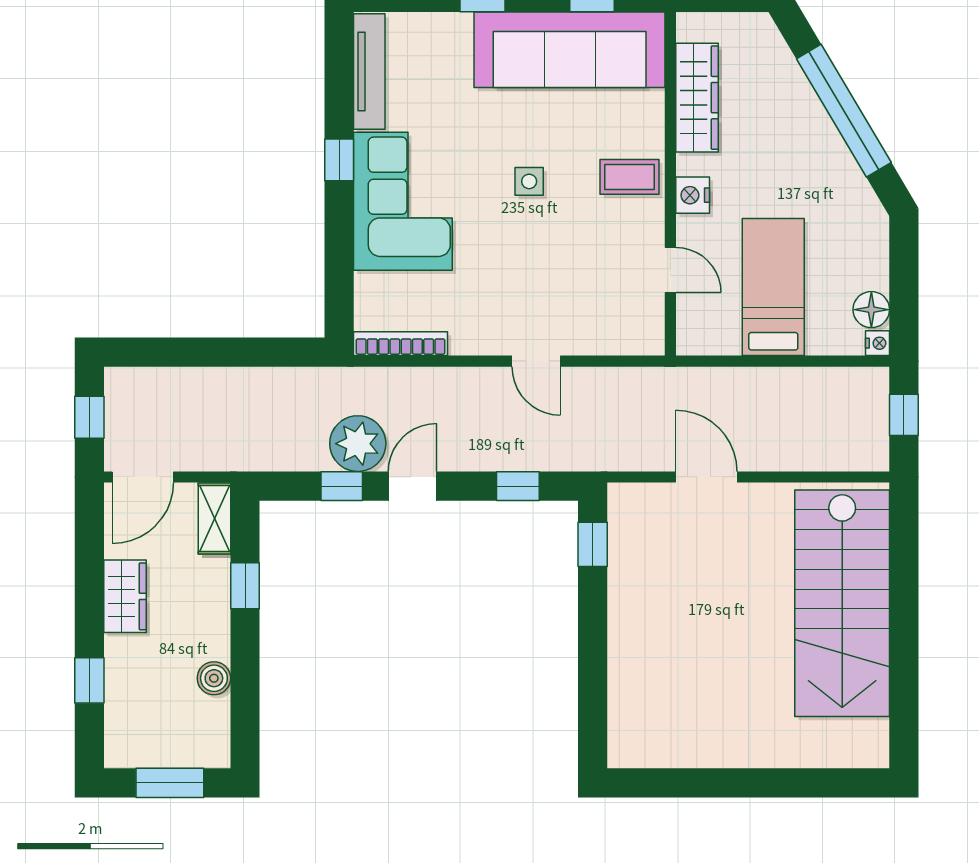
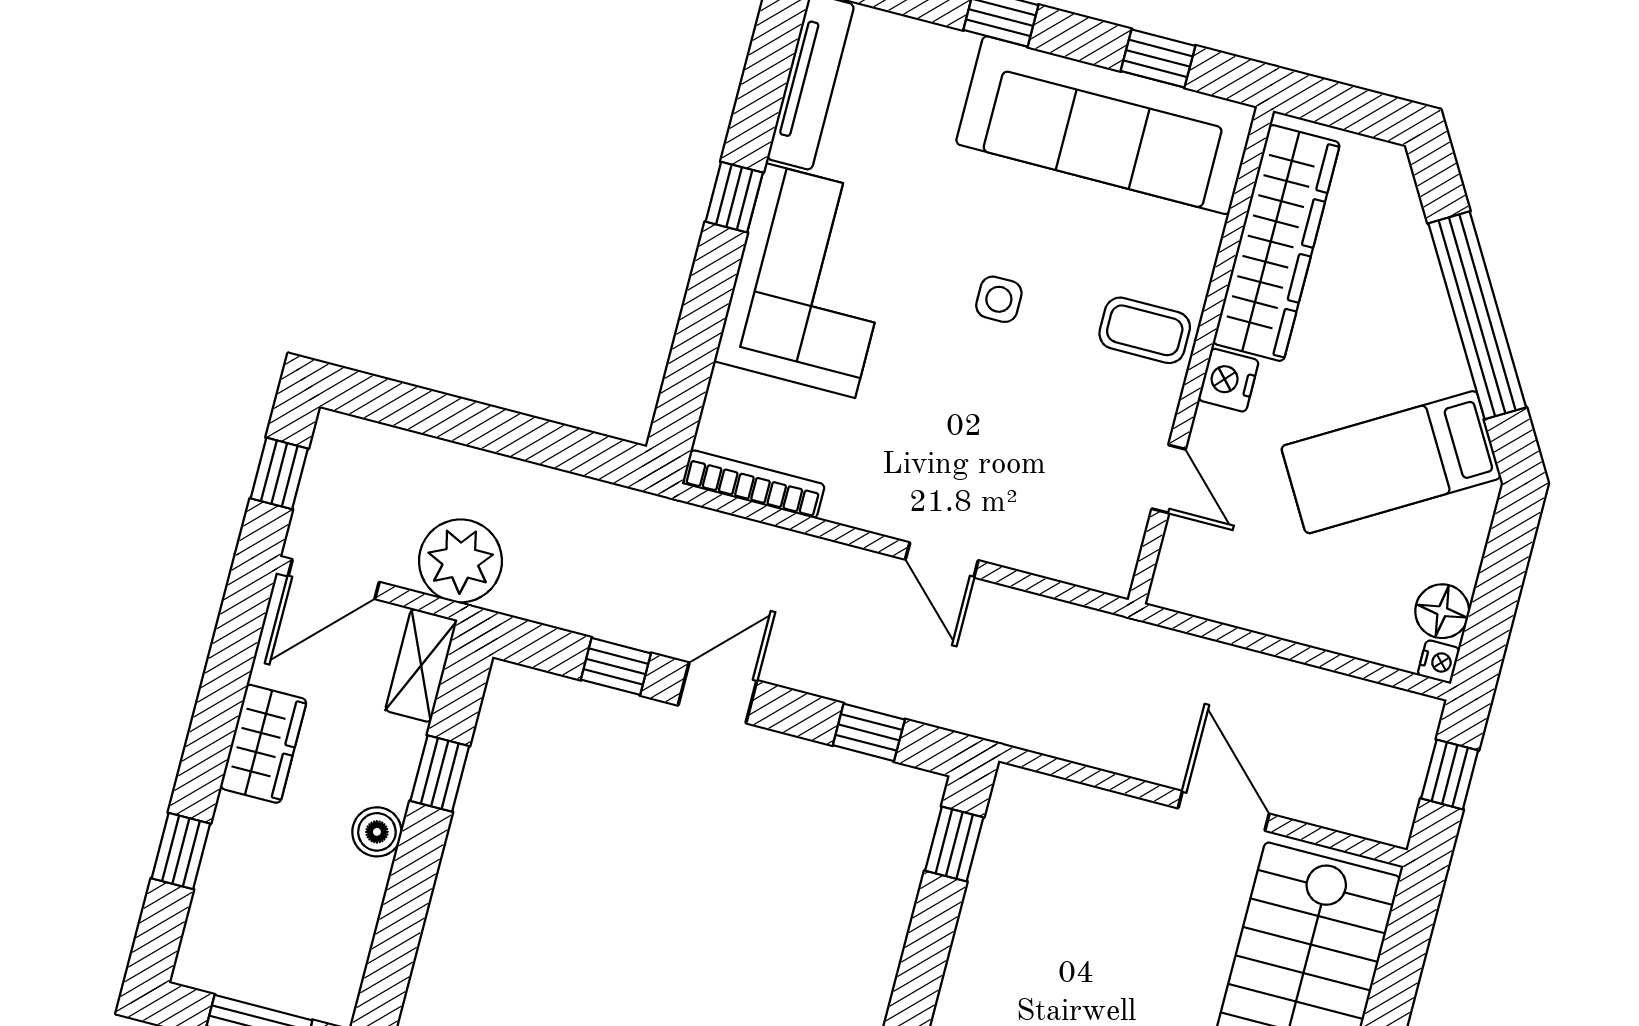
wardrobe: (697, 98) -> (1276, 243), width x1.40, depth x1.17
bed: (773, 287) -> (1391, 462), moved, turned -121
plant: (358, 444) -> (460, 561), moved
door: (706, 477) -> (1224, 811), moved
boiler: (214, 678) -> (377, 832), moved

